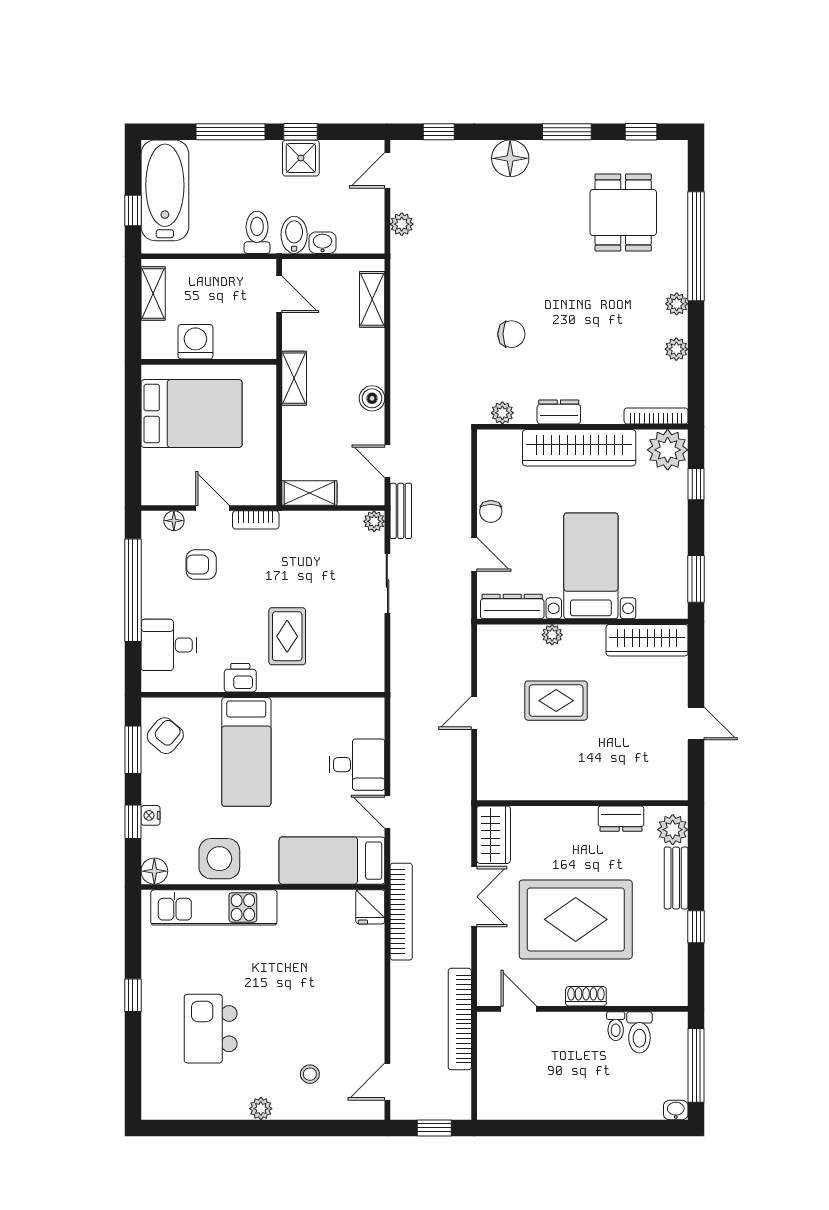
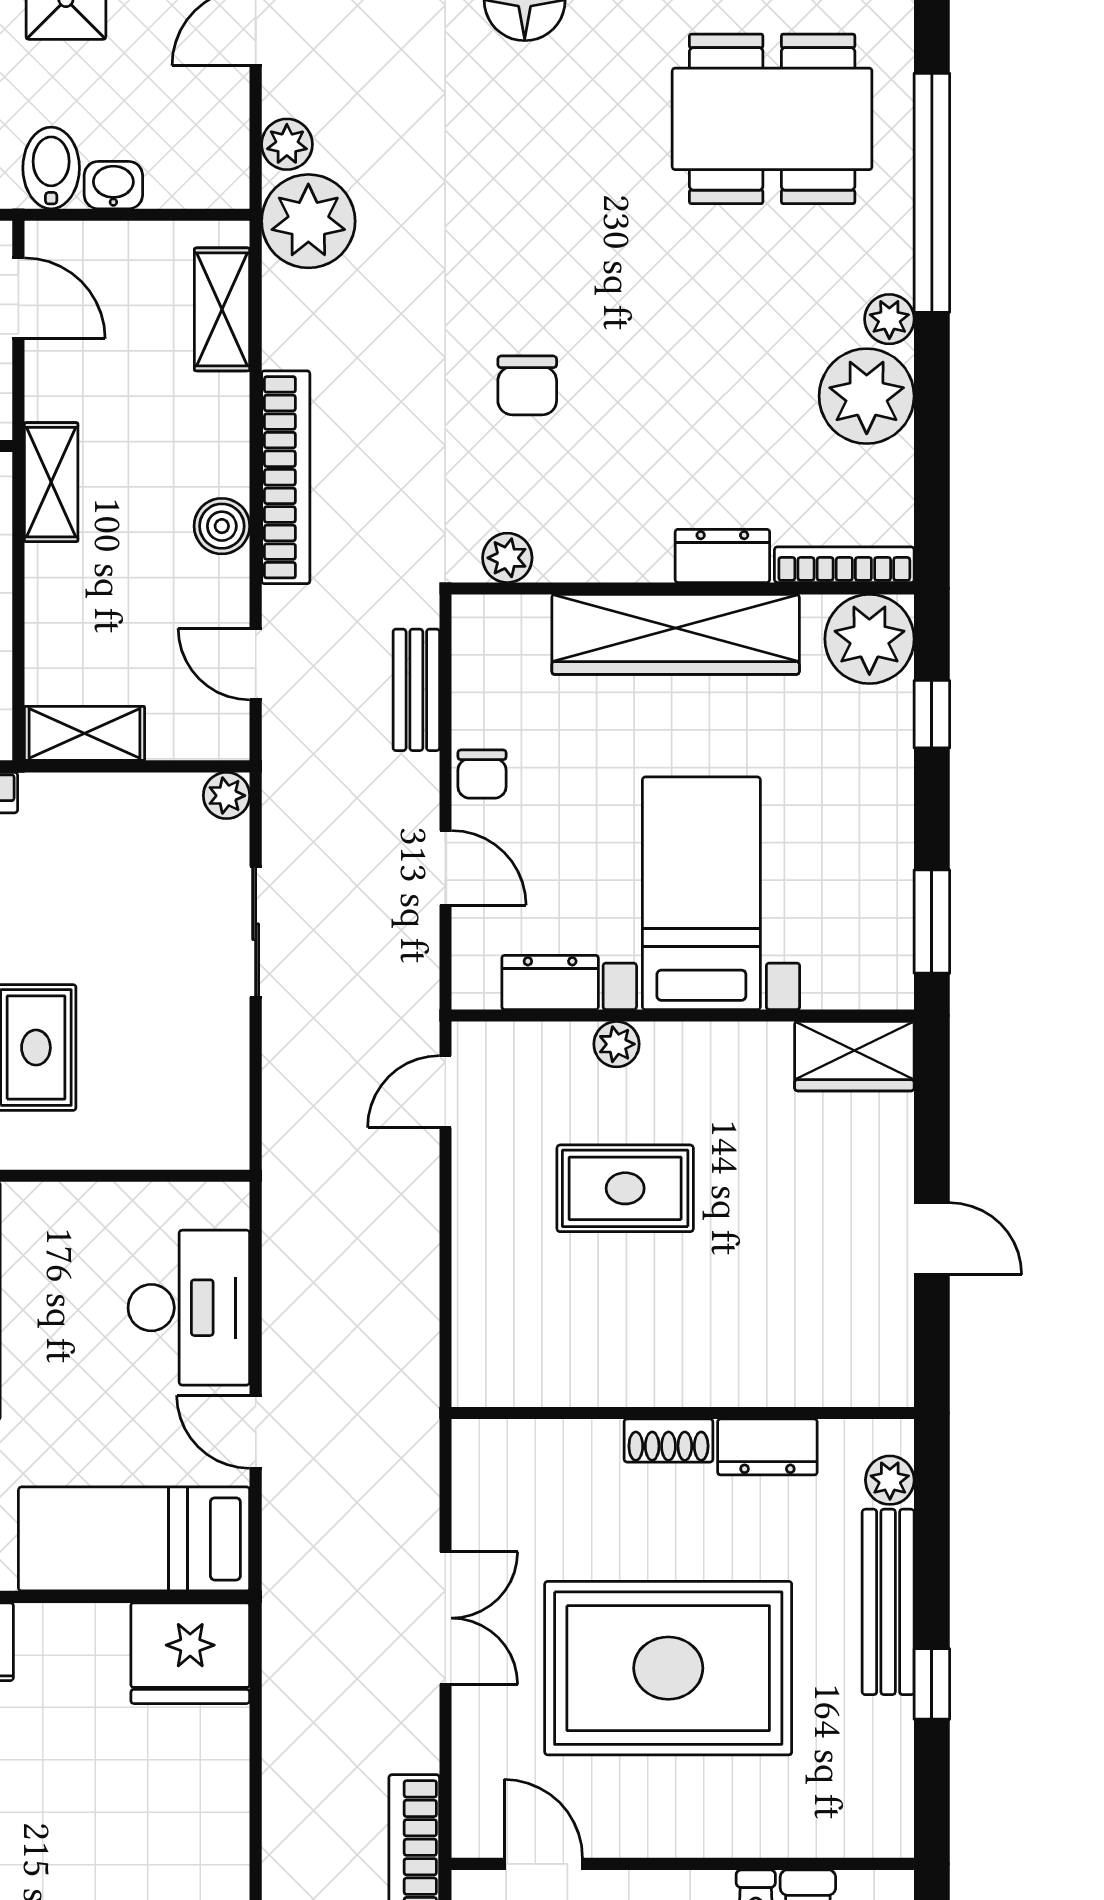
dining table: (623, 212) -> (772, 119), width x1.38
plant: (411, 259) -> (308, 221), added
chair: (511, 334) -> (527, 385), turned 90
plant: (676, 349) -> (867, 396), width x1.88, depth x1.88
dresser: (559, 412) -> (722, 556), moved
bench: (401, 511) -> (416, 690), moved
dresser: (512, 607) -> (550, 982), width x0.70
wardrobe: (647, 640) -> (854, 1056), width x0.67
door: (474, 713) -> (445, 1092), moved
desk: (357, 765) -> (189, 1308), width x1.37
plant: (673, 830) -> (890, 1480), width x0.73, depth x0.73
wardrobe: (494, 835) -> (488, 1482), removed
bench: (676, 878) -> (888, 1602), width x1.36
fridge: (370, 907) -> (190, 1653), width x1.88, depth x1.34
bookcase: (401, 912) -> (286, 477), moved
shoe rack: (586, 996) -> (668, 1441), moved, turned 180

